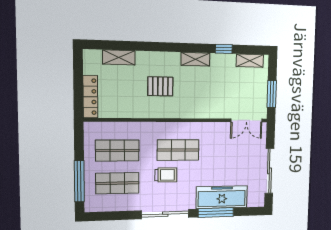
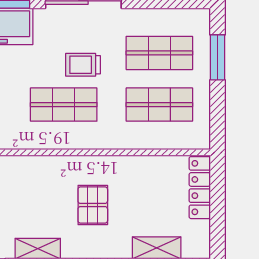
pallet: (160, 86) -> (93, 205), turned 90
window: (79, 181) -> (218, 57), width x0.69

